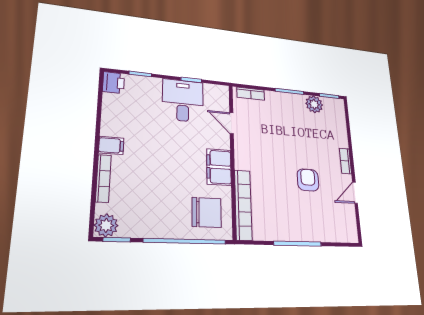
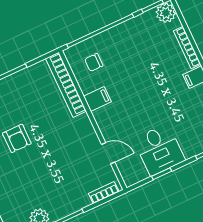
filing cabinet: (219, 167) -> (97, 99), width x0.50
chair: (207, 212) -> (94, 63), width x0.54, depth x0.54

